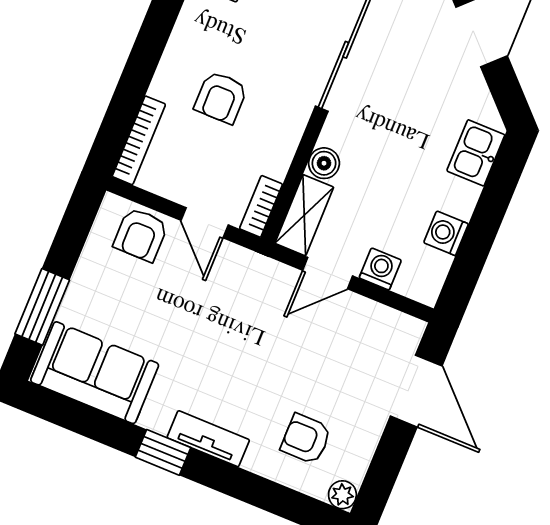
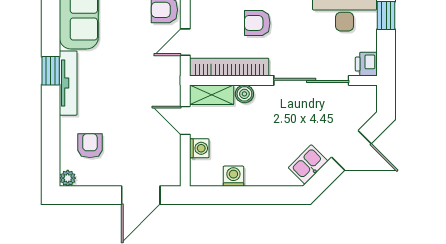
kitchen sink: (476, 153) -> (308, 164), moved, turned -45
bookcase: (261, 206) -> (229, 67), width x2.31, depth x1.31
tv unit: (208, 439) -> (68, 83), width x1.41

